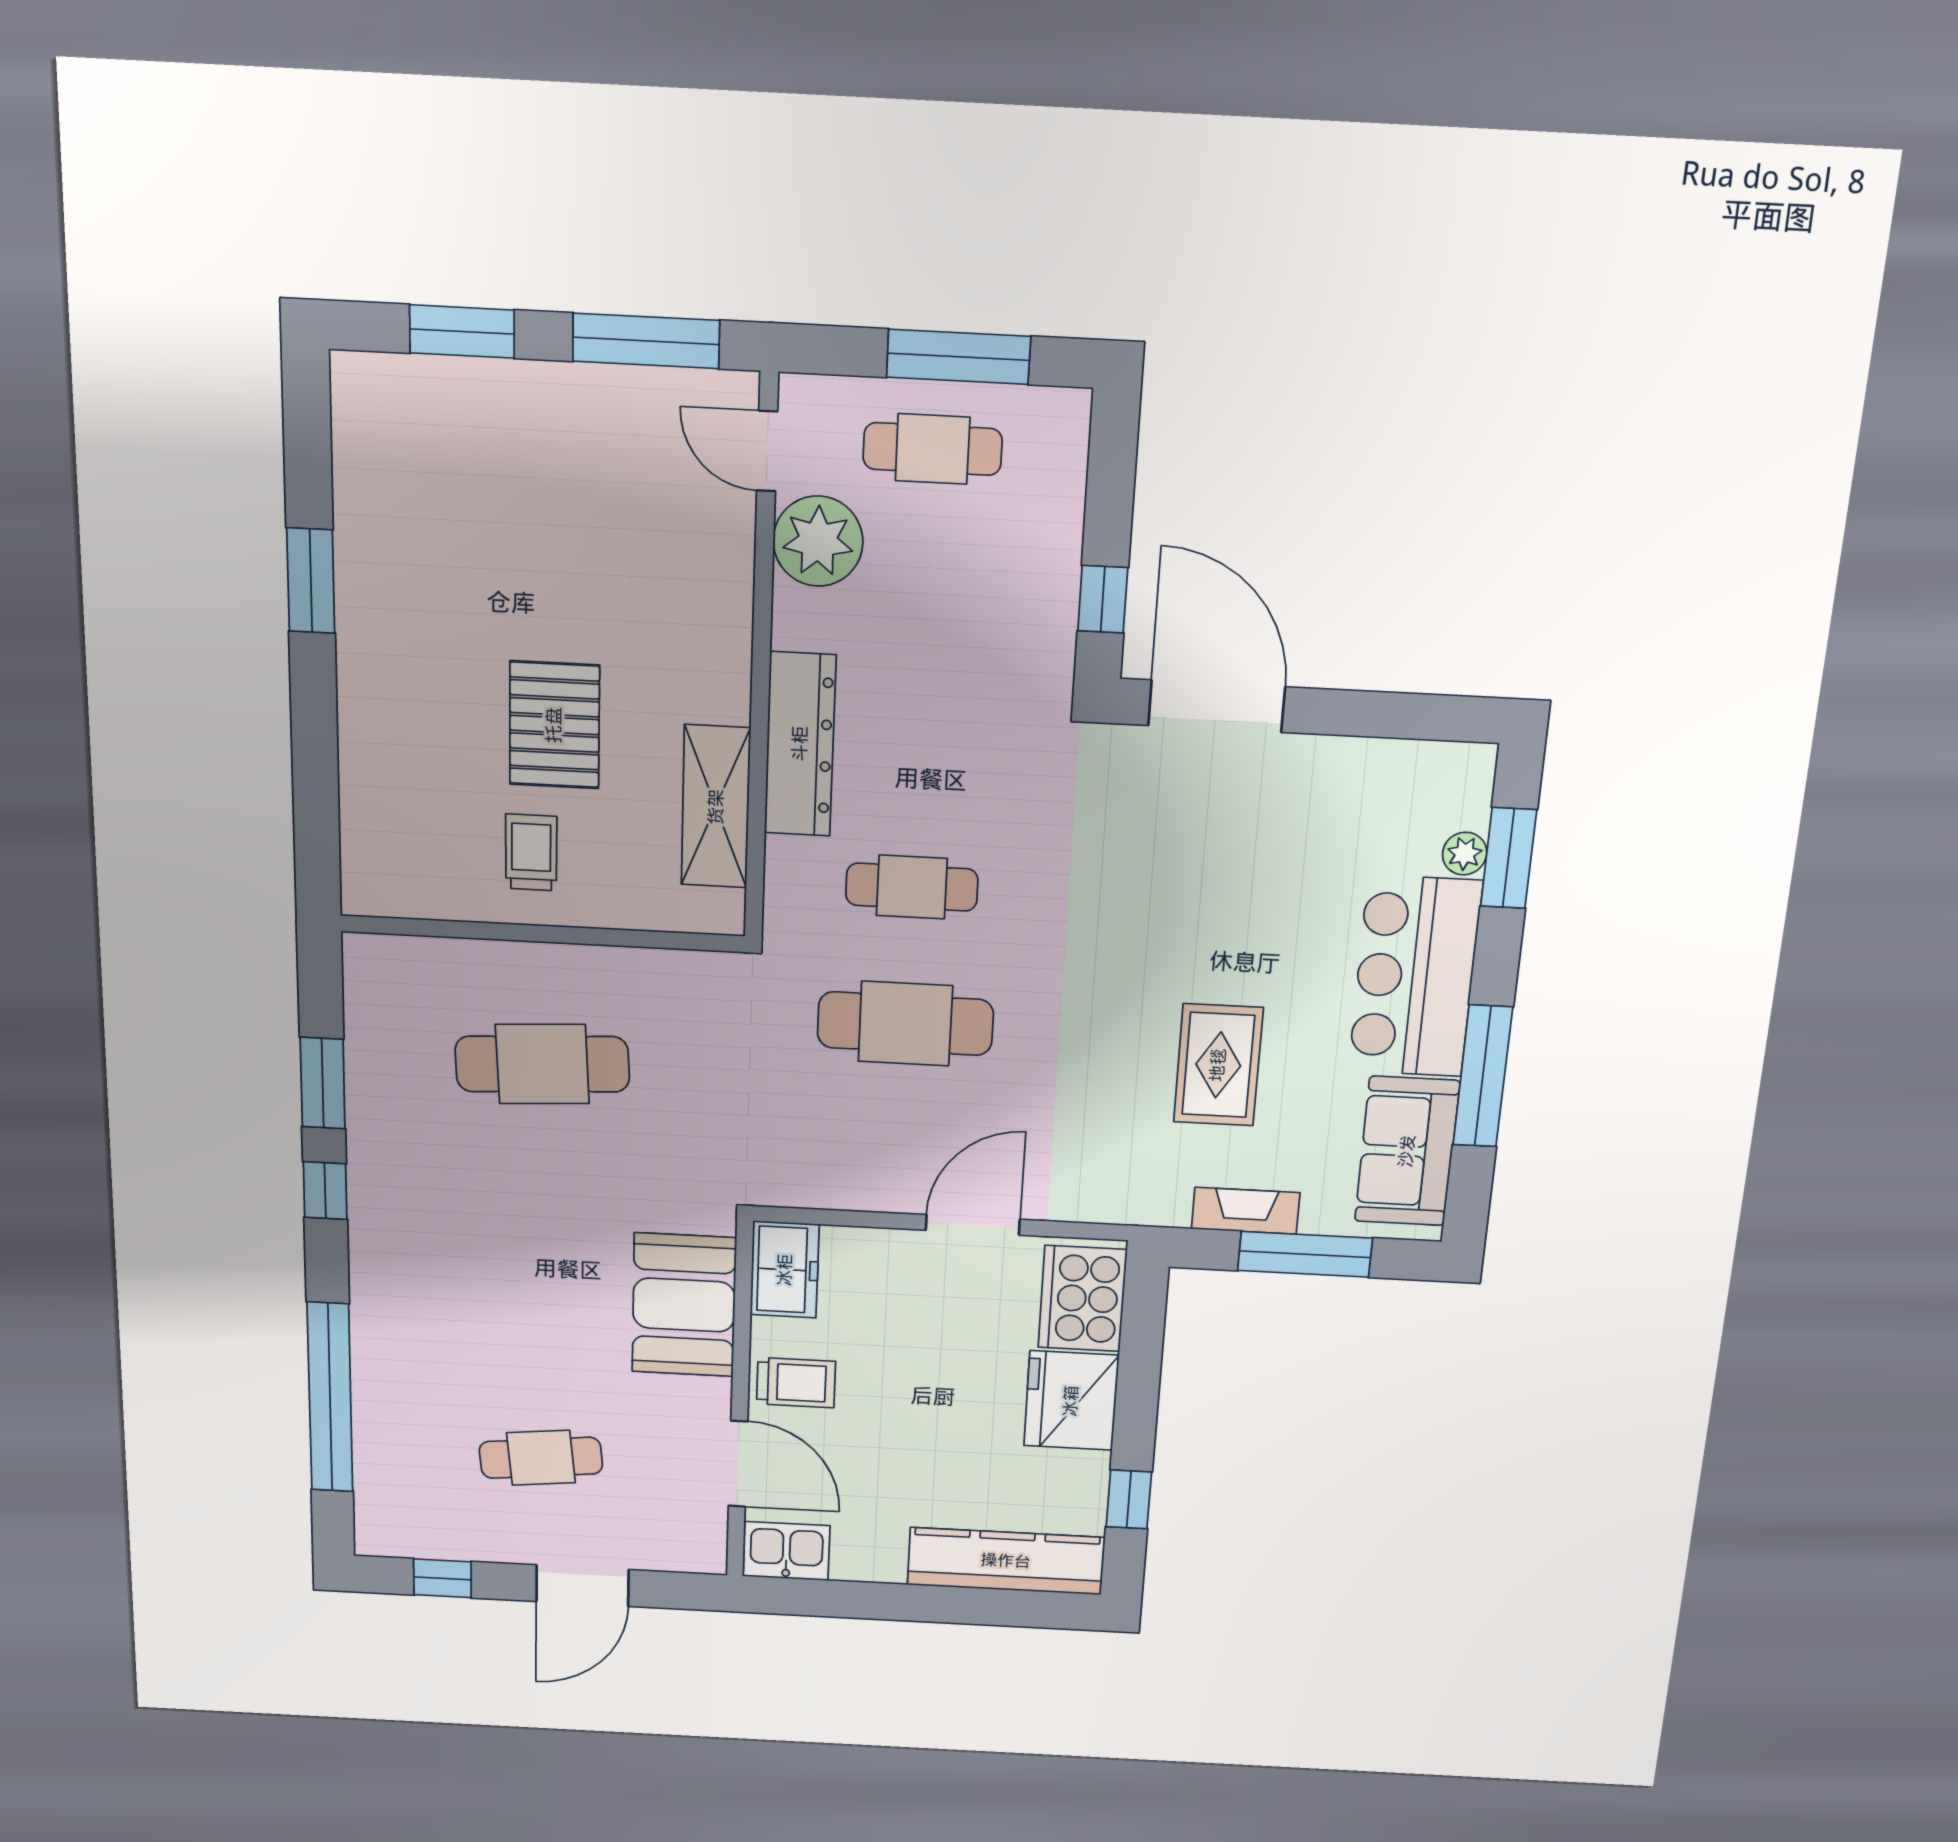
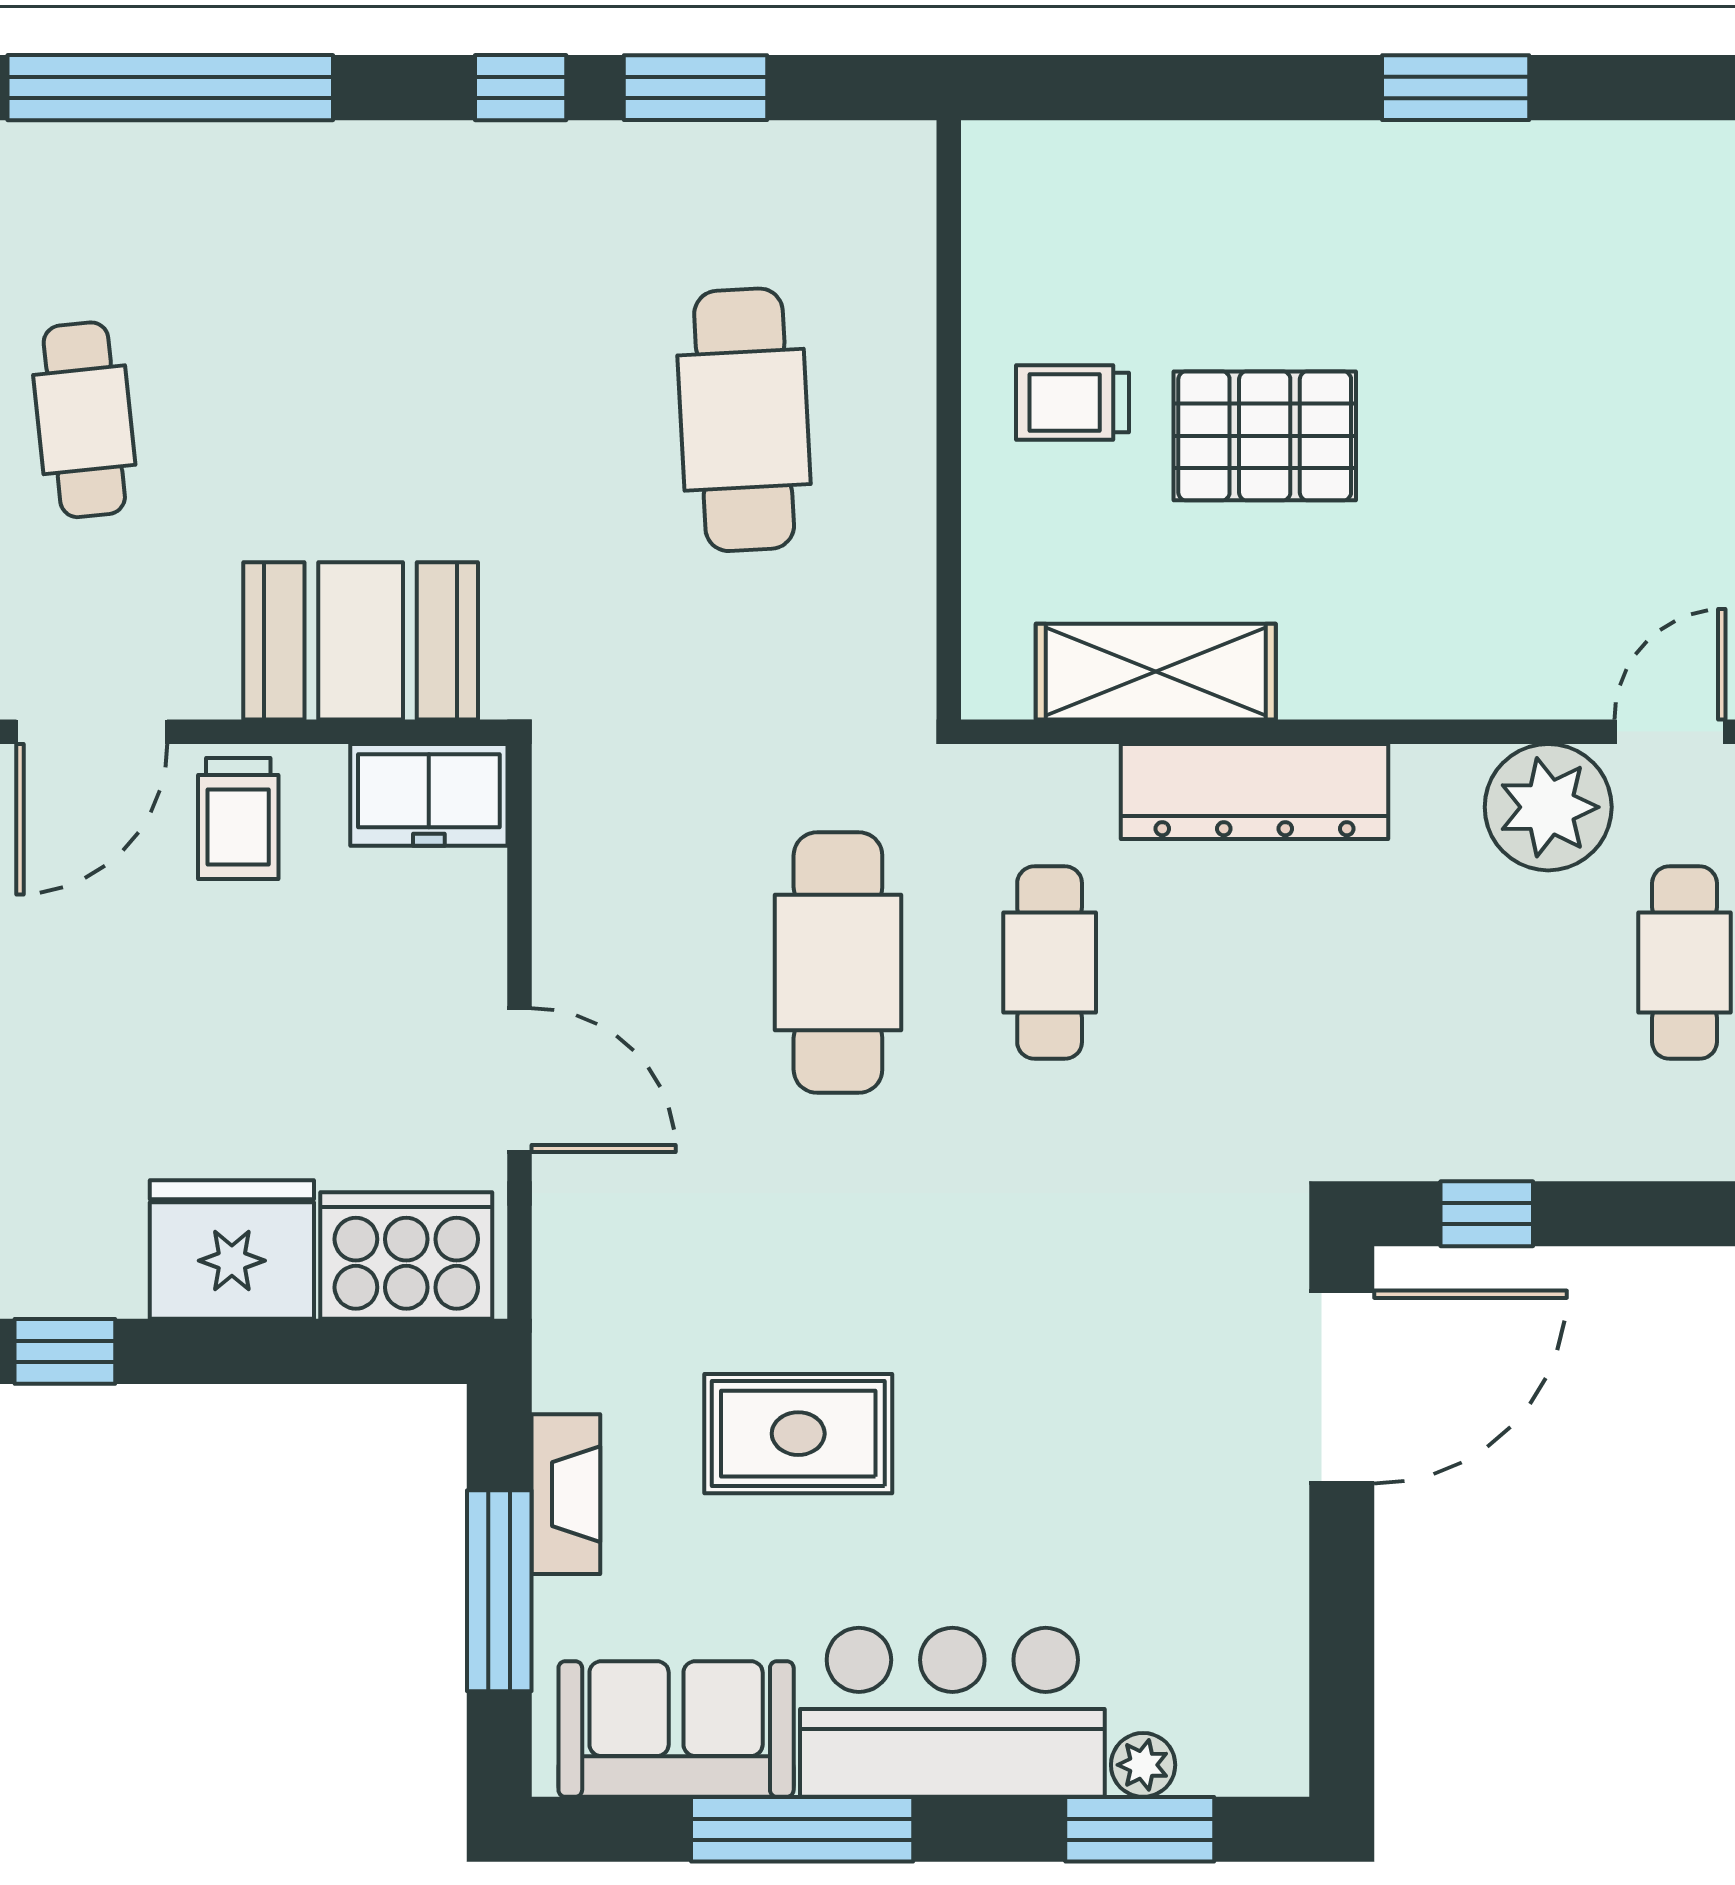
trolley: (531, 852) -> (1072, 402), turned 180

